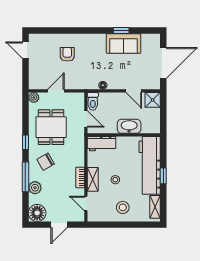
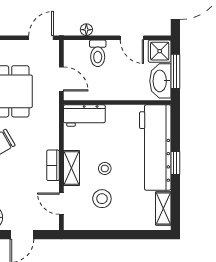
door: (56, 91) -> (41, 38), moved
toilet: (93, 101) -> (98, 53), moved
window: (163, 114) -> (175, 71), added
washbasin: (129, 126) -> (160, 81), moved, turned -90
stool: (123, 207) -> (102, 199), moved

